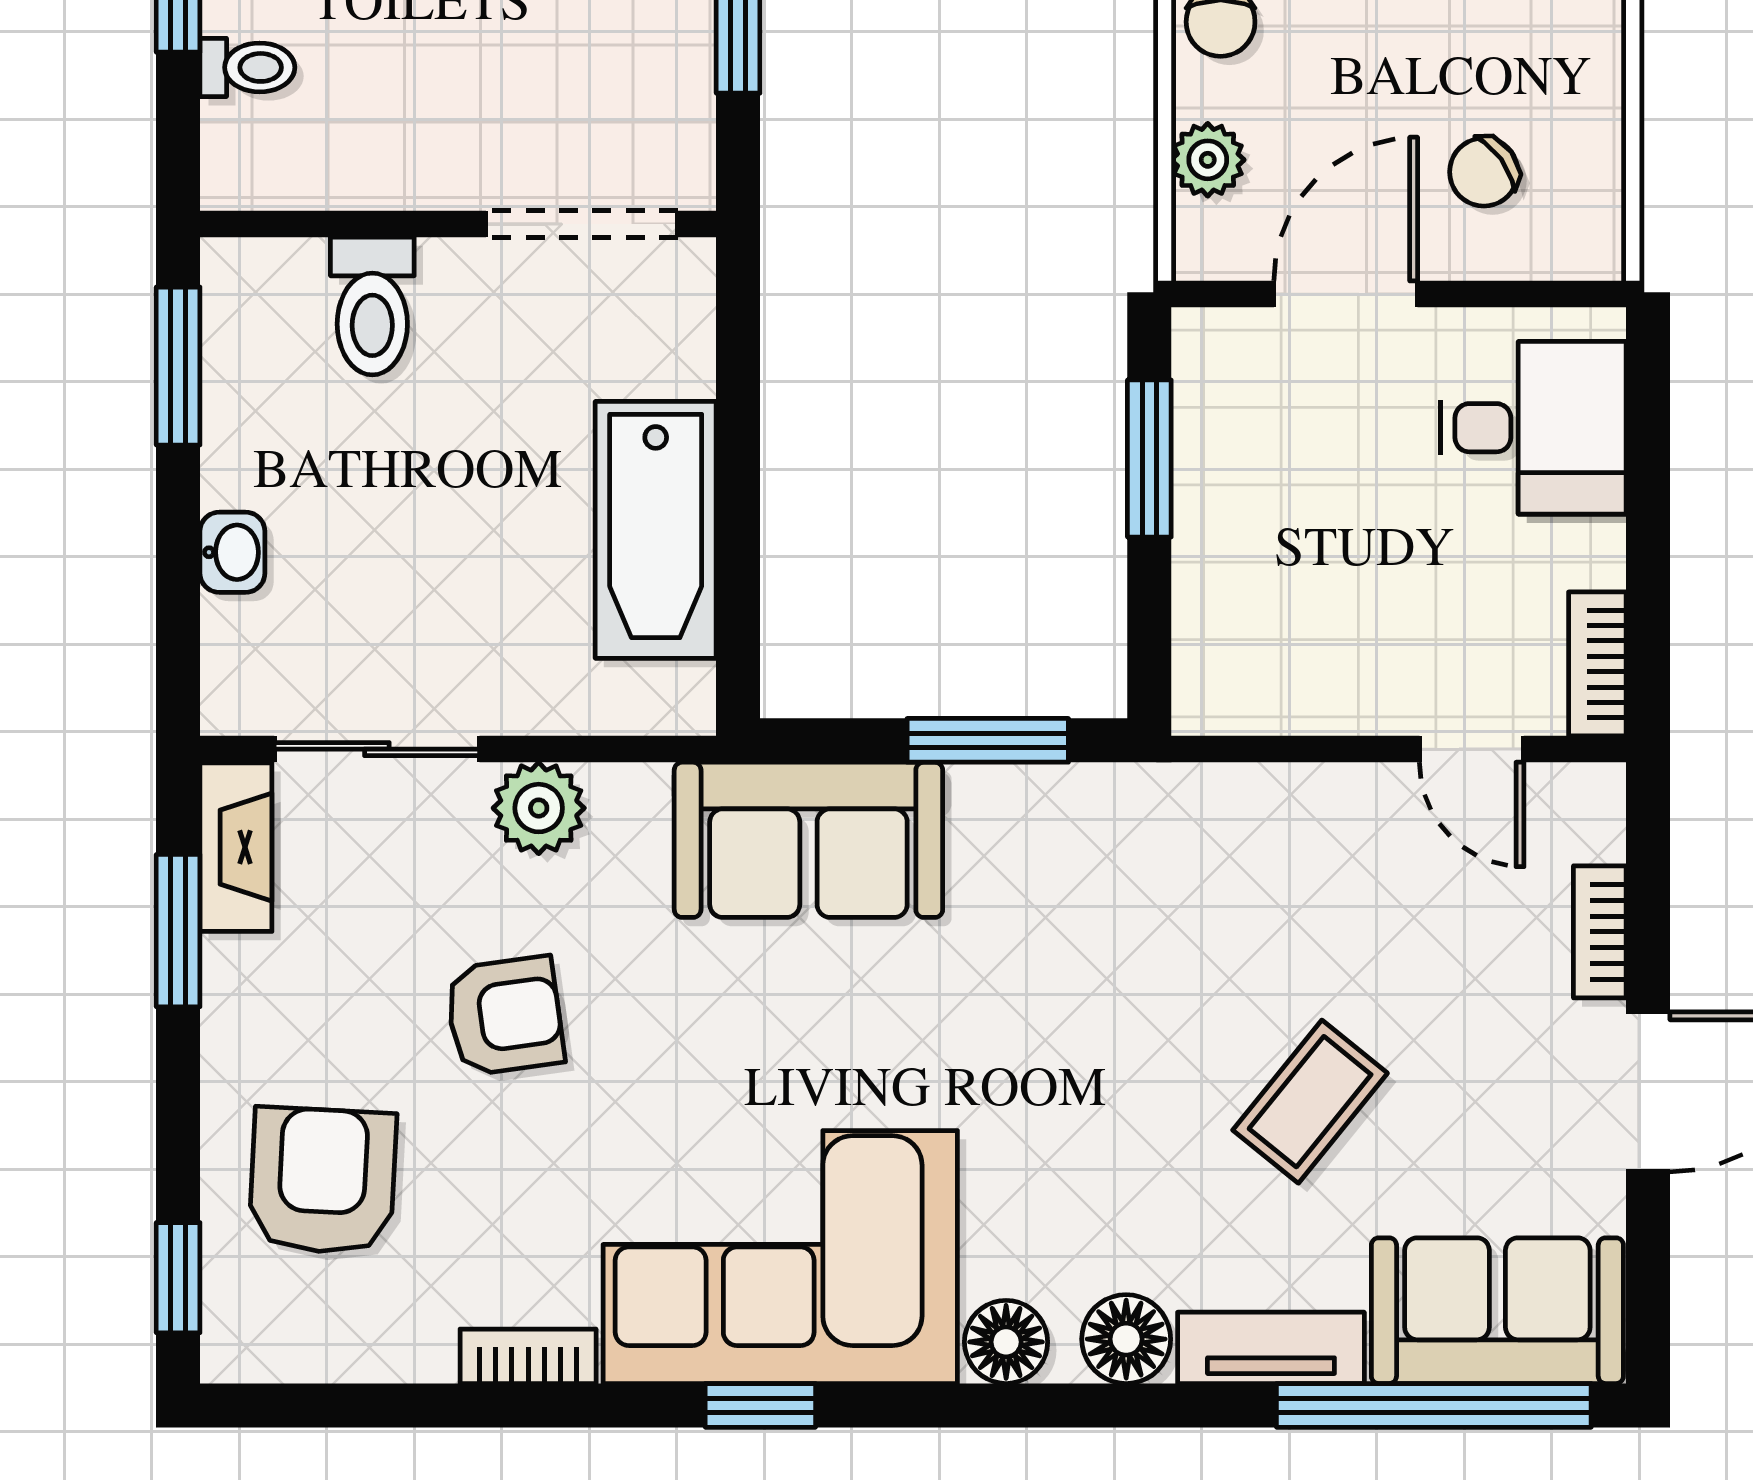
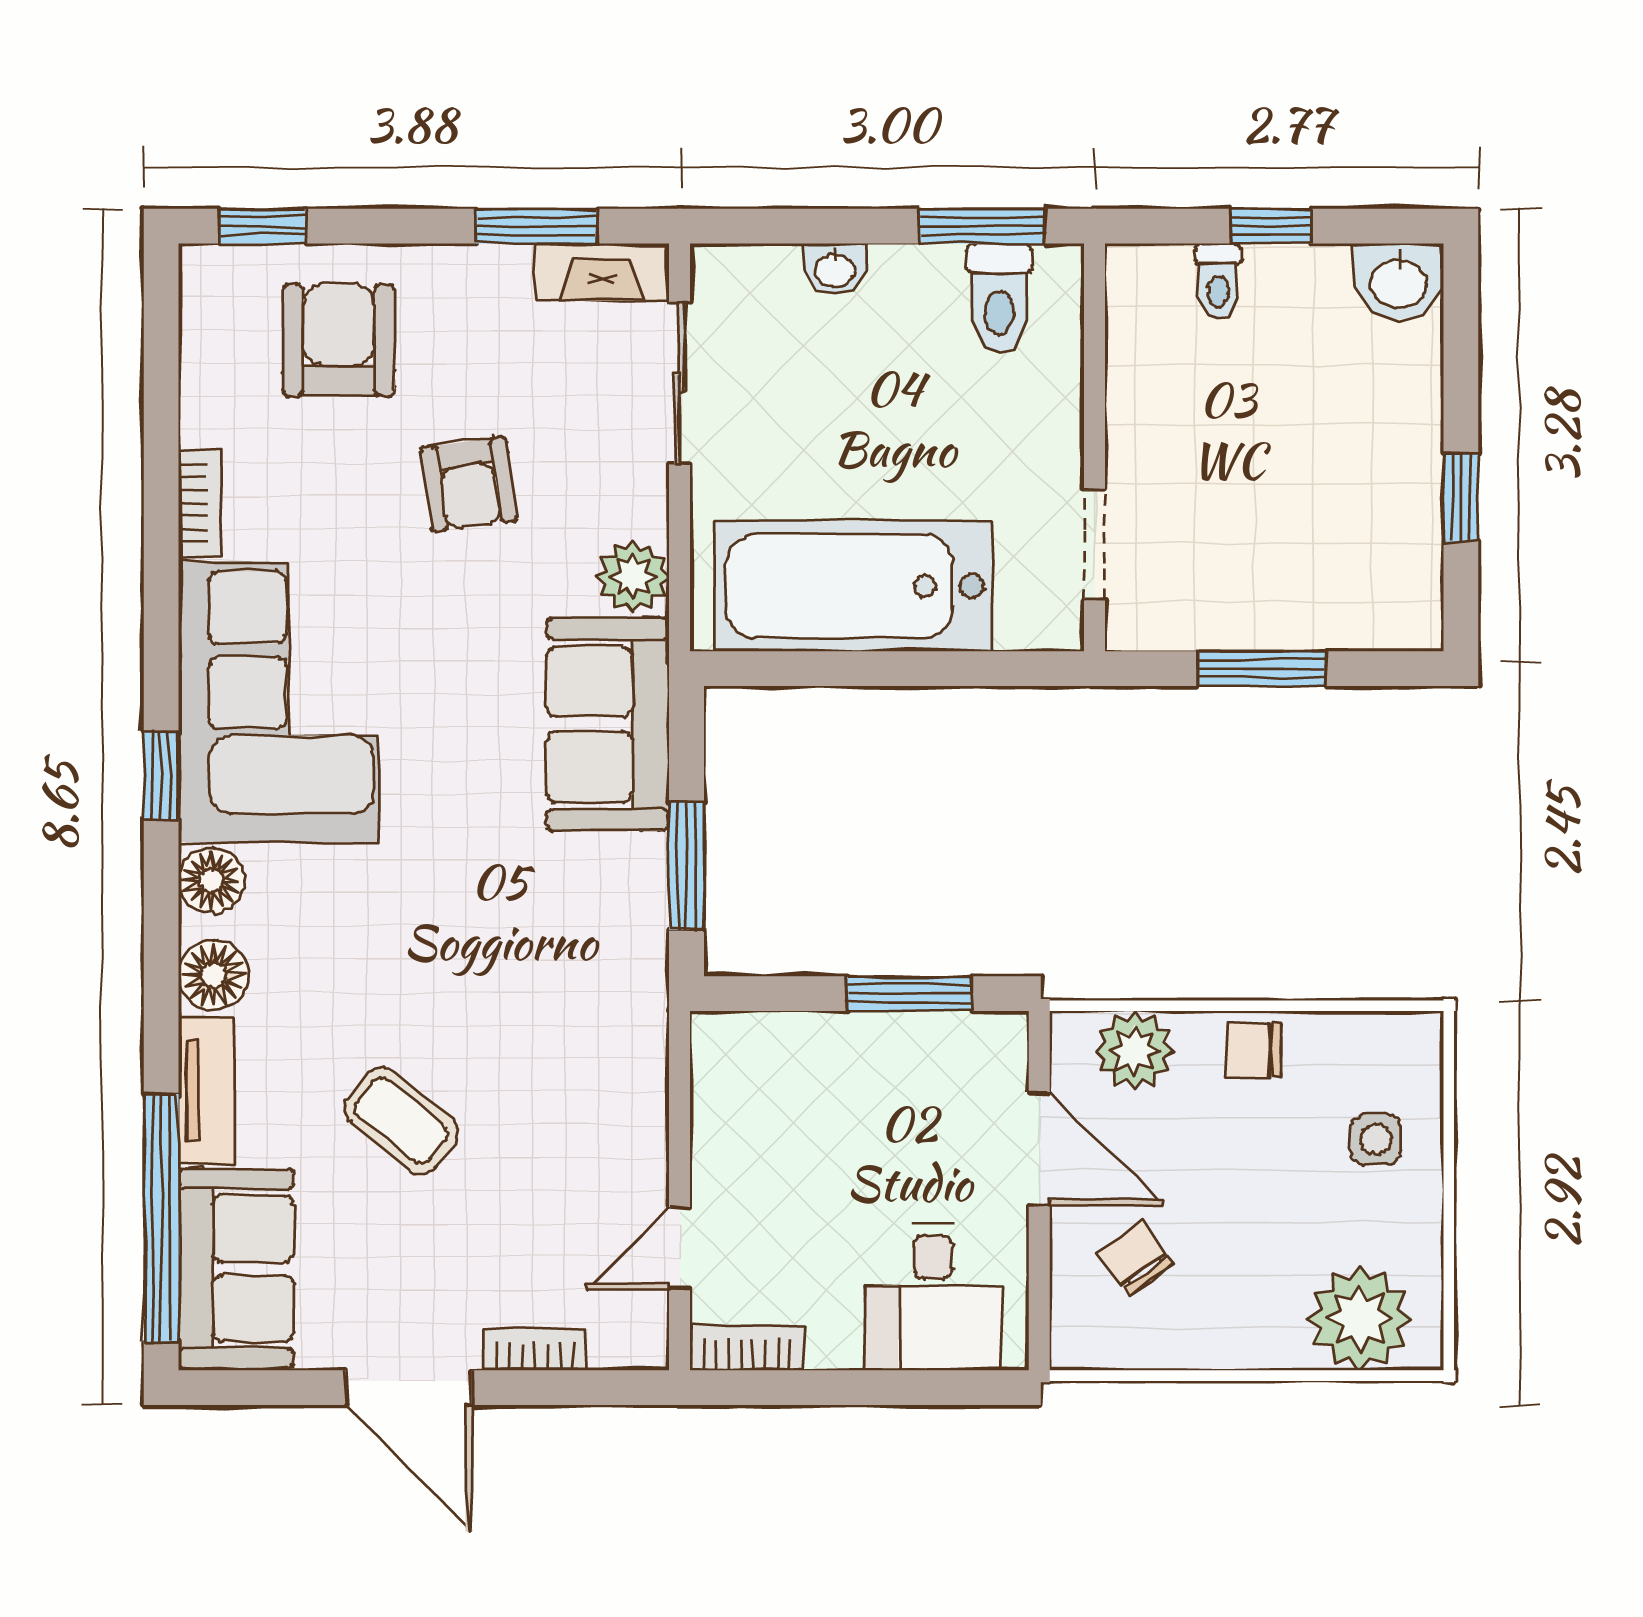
plant: (1208, 160) -> (1134, 1051), width x1.38, depth x1.38
doorway: (582, 224) -> (1094, 545), width x0.73
toilet: (372, 306) -> (999, 298), moved, turned -90
bathtub: (656, 530) -> (853, 586), width x1.36, depth x1.36
plant: (539, 808) -> (633, 576), moved
armchair: (323, 1181) -> (339, 340), turned -93
window: (760, 1405) -> (161, 776), moved

